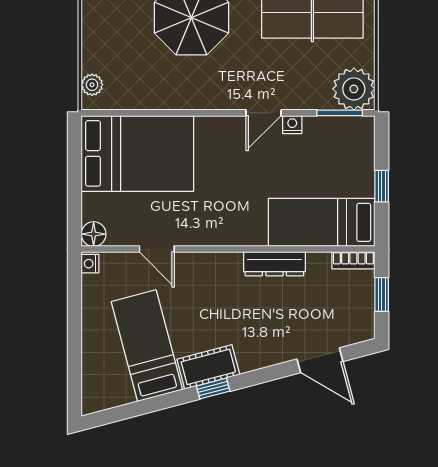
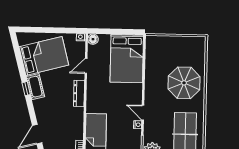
plant: (92, 85) -> (156, 40), removed
dresser: (274, 264) -> (79, 93), moved
bed: (147, 346) -> (44, 56), width x1.50

